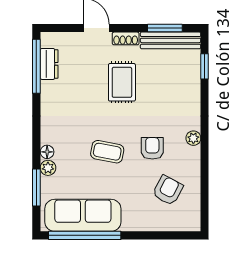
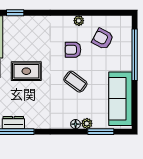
plant: (193, 138) -> (79, 21), moved
coffee table: (107, 152) -> (75, 82), turned -64
window: (85, 235) -> (135, 55), moved

